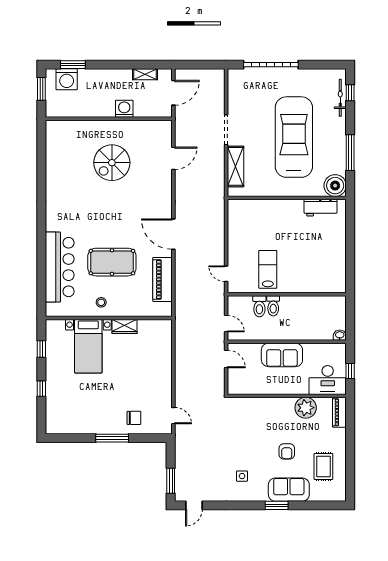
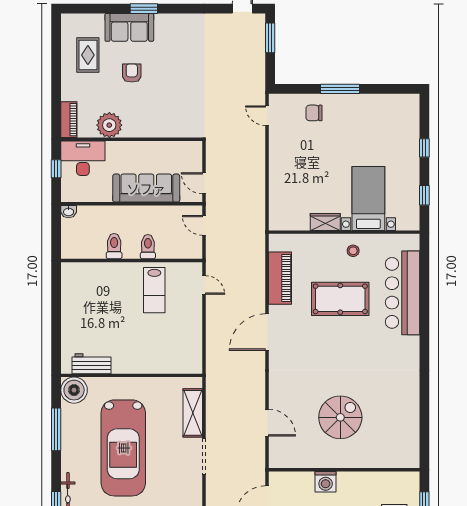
door: (173, 158) -> (267, 423), swing flipped
door: (173, 234) -> (267, 332), swing flipped
toilet: (259, 306) -> (114, 246), moved
sofa: (282, 355) -> (146, 188), width x1.36
side table: (242, 476) -> (185, 44), removed

